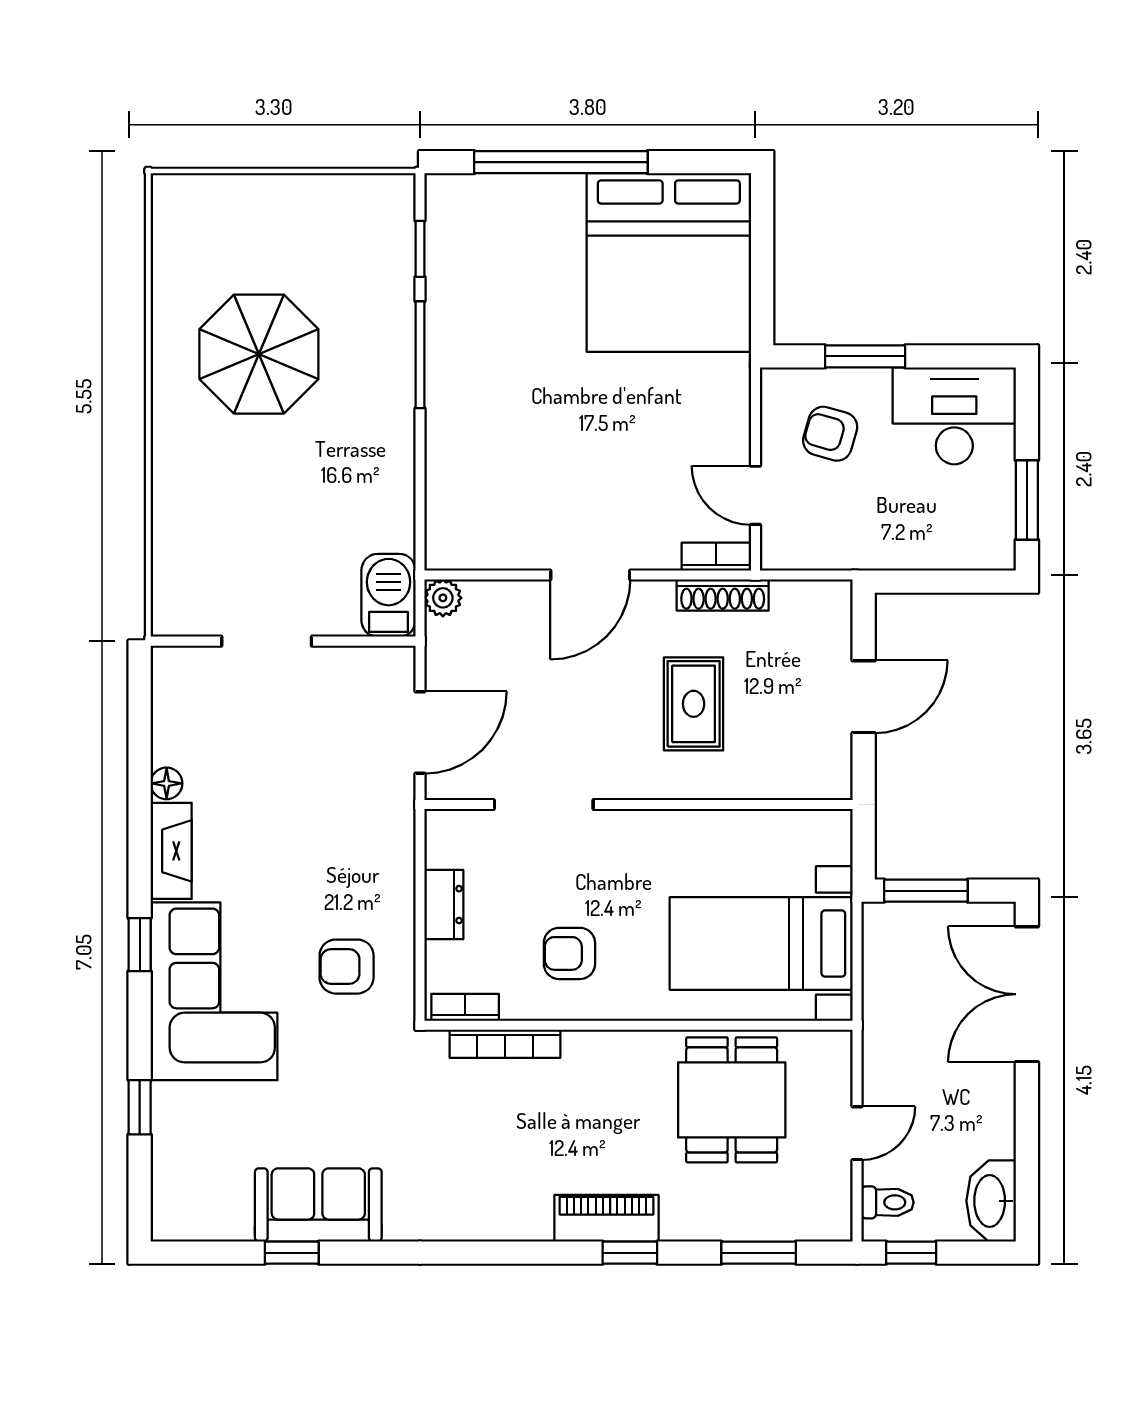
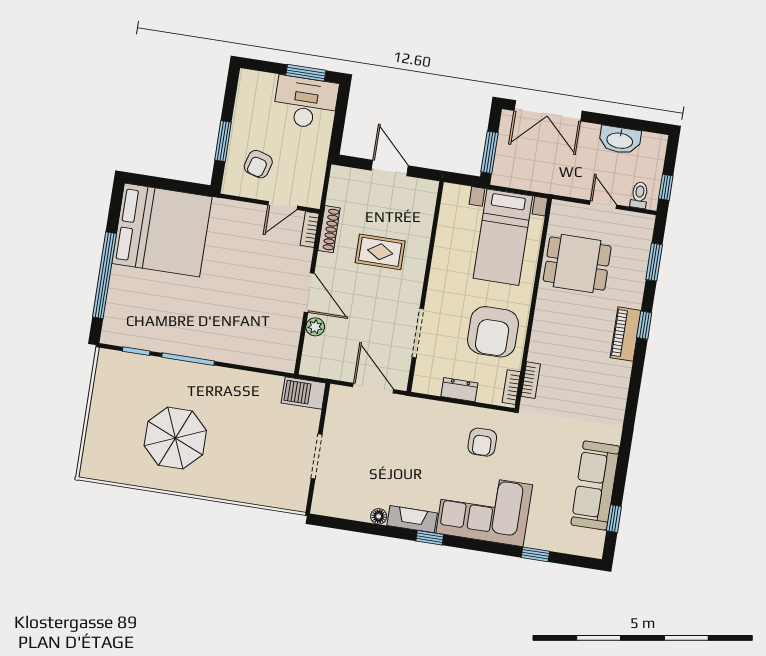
desk: (954, 416) -> (306, 103), moved, turned 90
plant: (443, 598) -> (315, 327), moved
window: (140, 945) -> (430, 538), moved
armchair: (569, 953) -> (493, 332), width x1.88, depth x1.88
bookcase: (505, 1044) -> (531, 380), width x0.64
washbasin: (991, 1201) -> (620, 140), moved
sofa: (318, 1205) -> (595, 485), width x1.36
window: (292, 1253) -> (614, 519), moved

